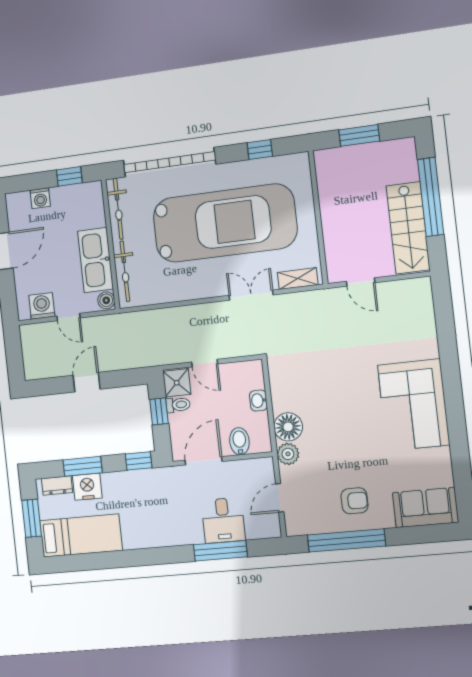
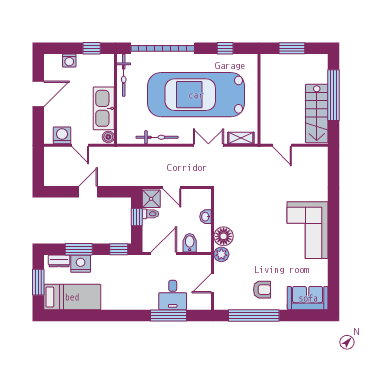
car: (225, 223) -> (196, 95), turned 180
bicycle: (125, 271) -> (157, 137), moved, turned -90

